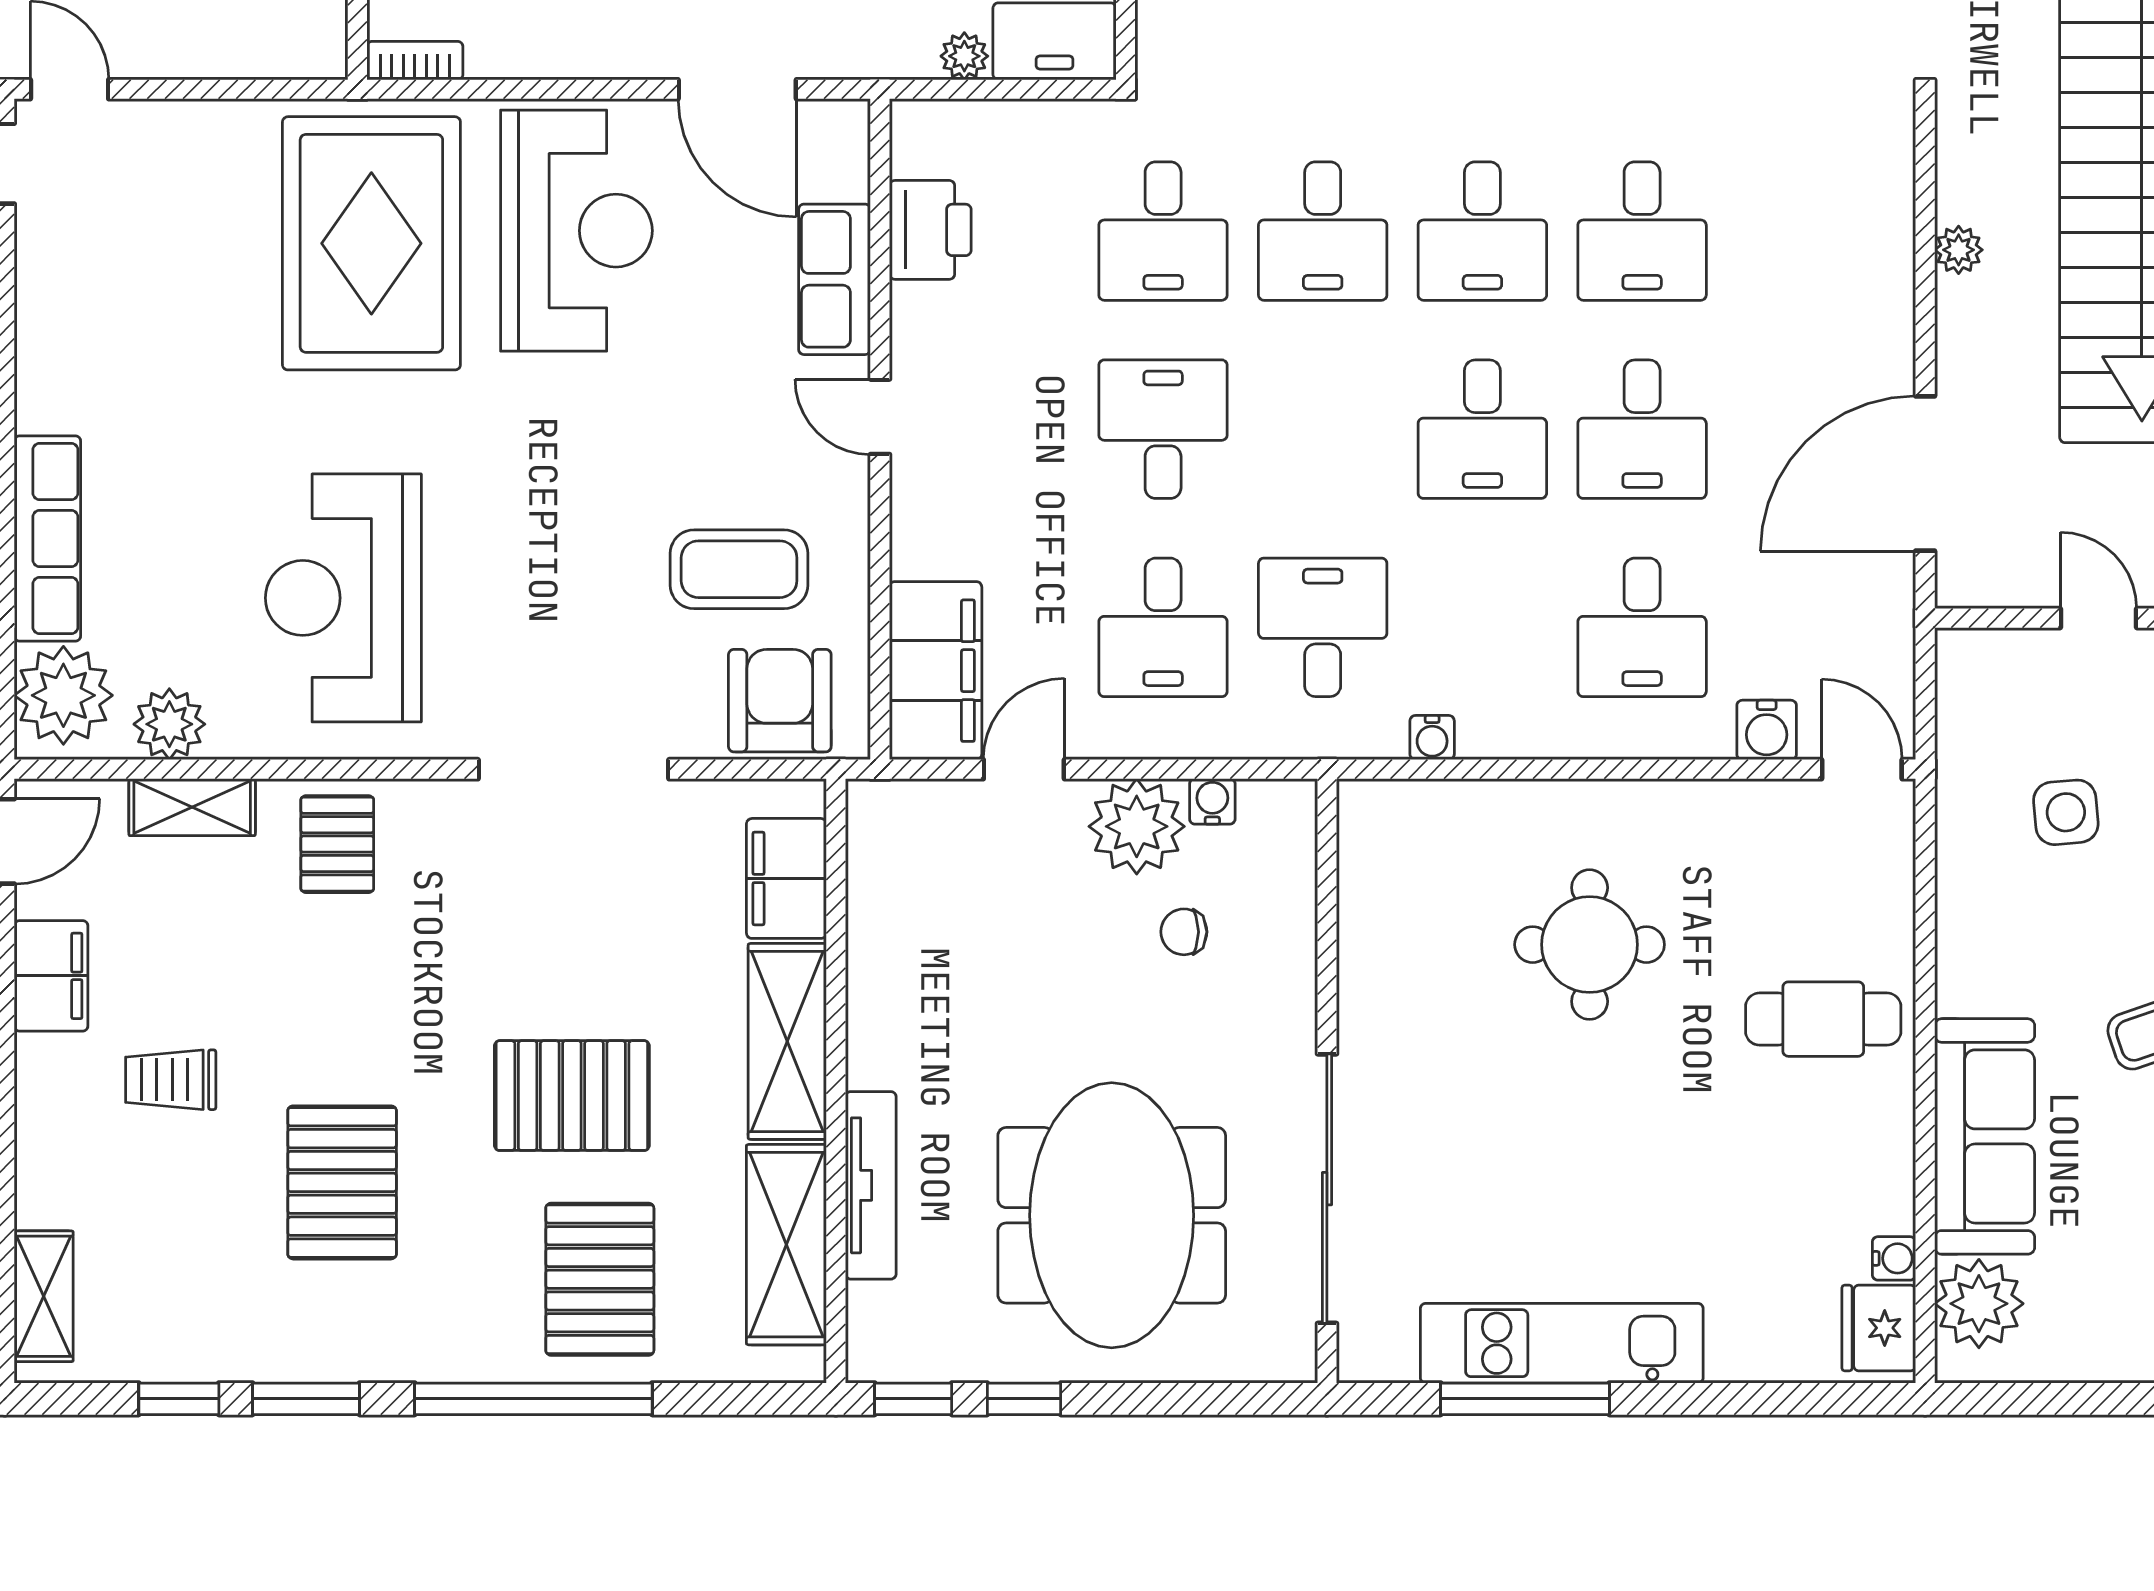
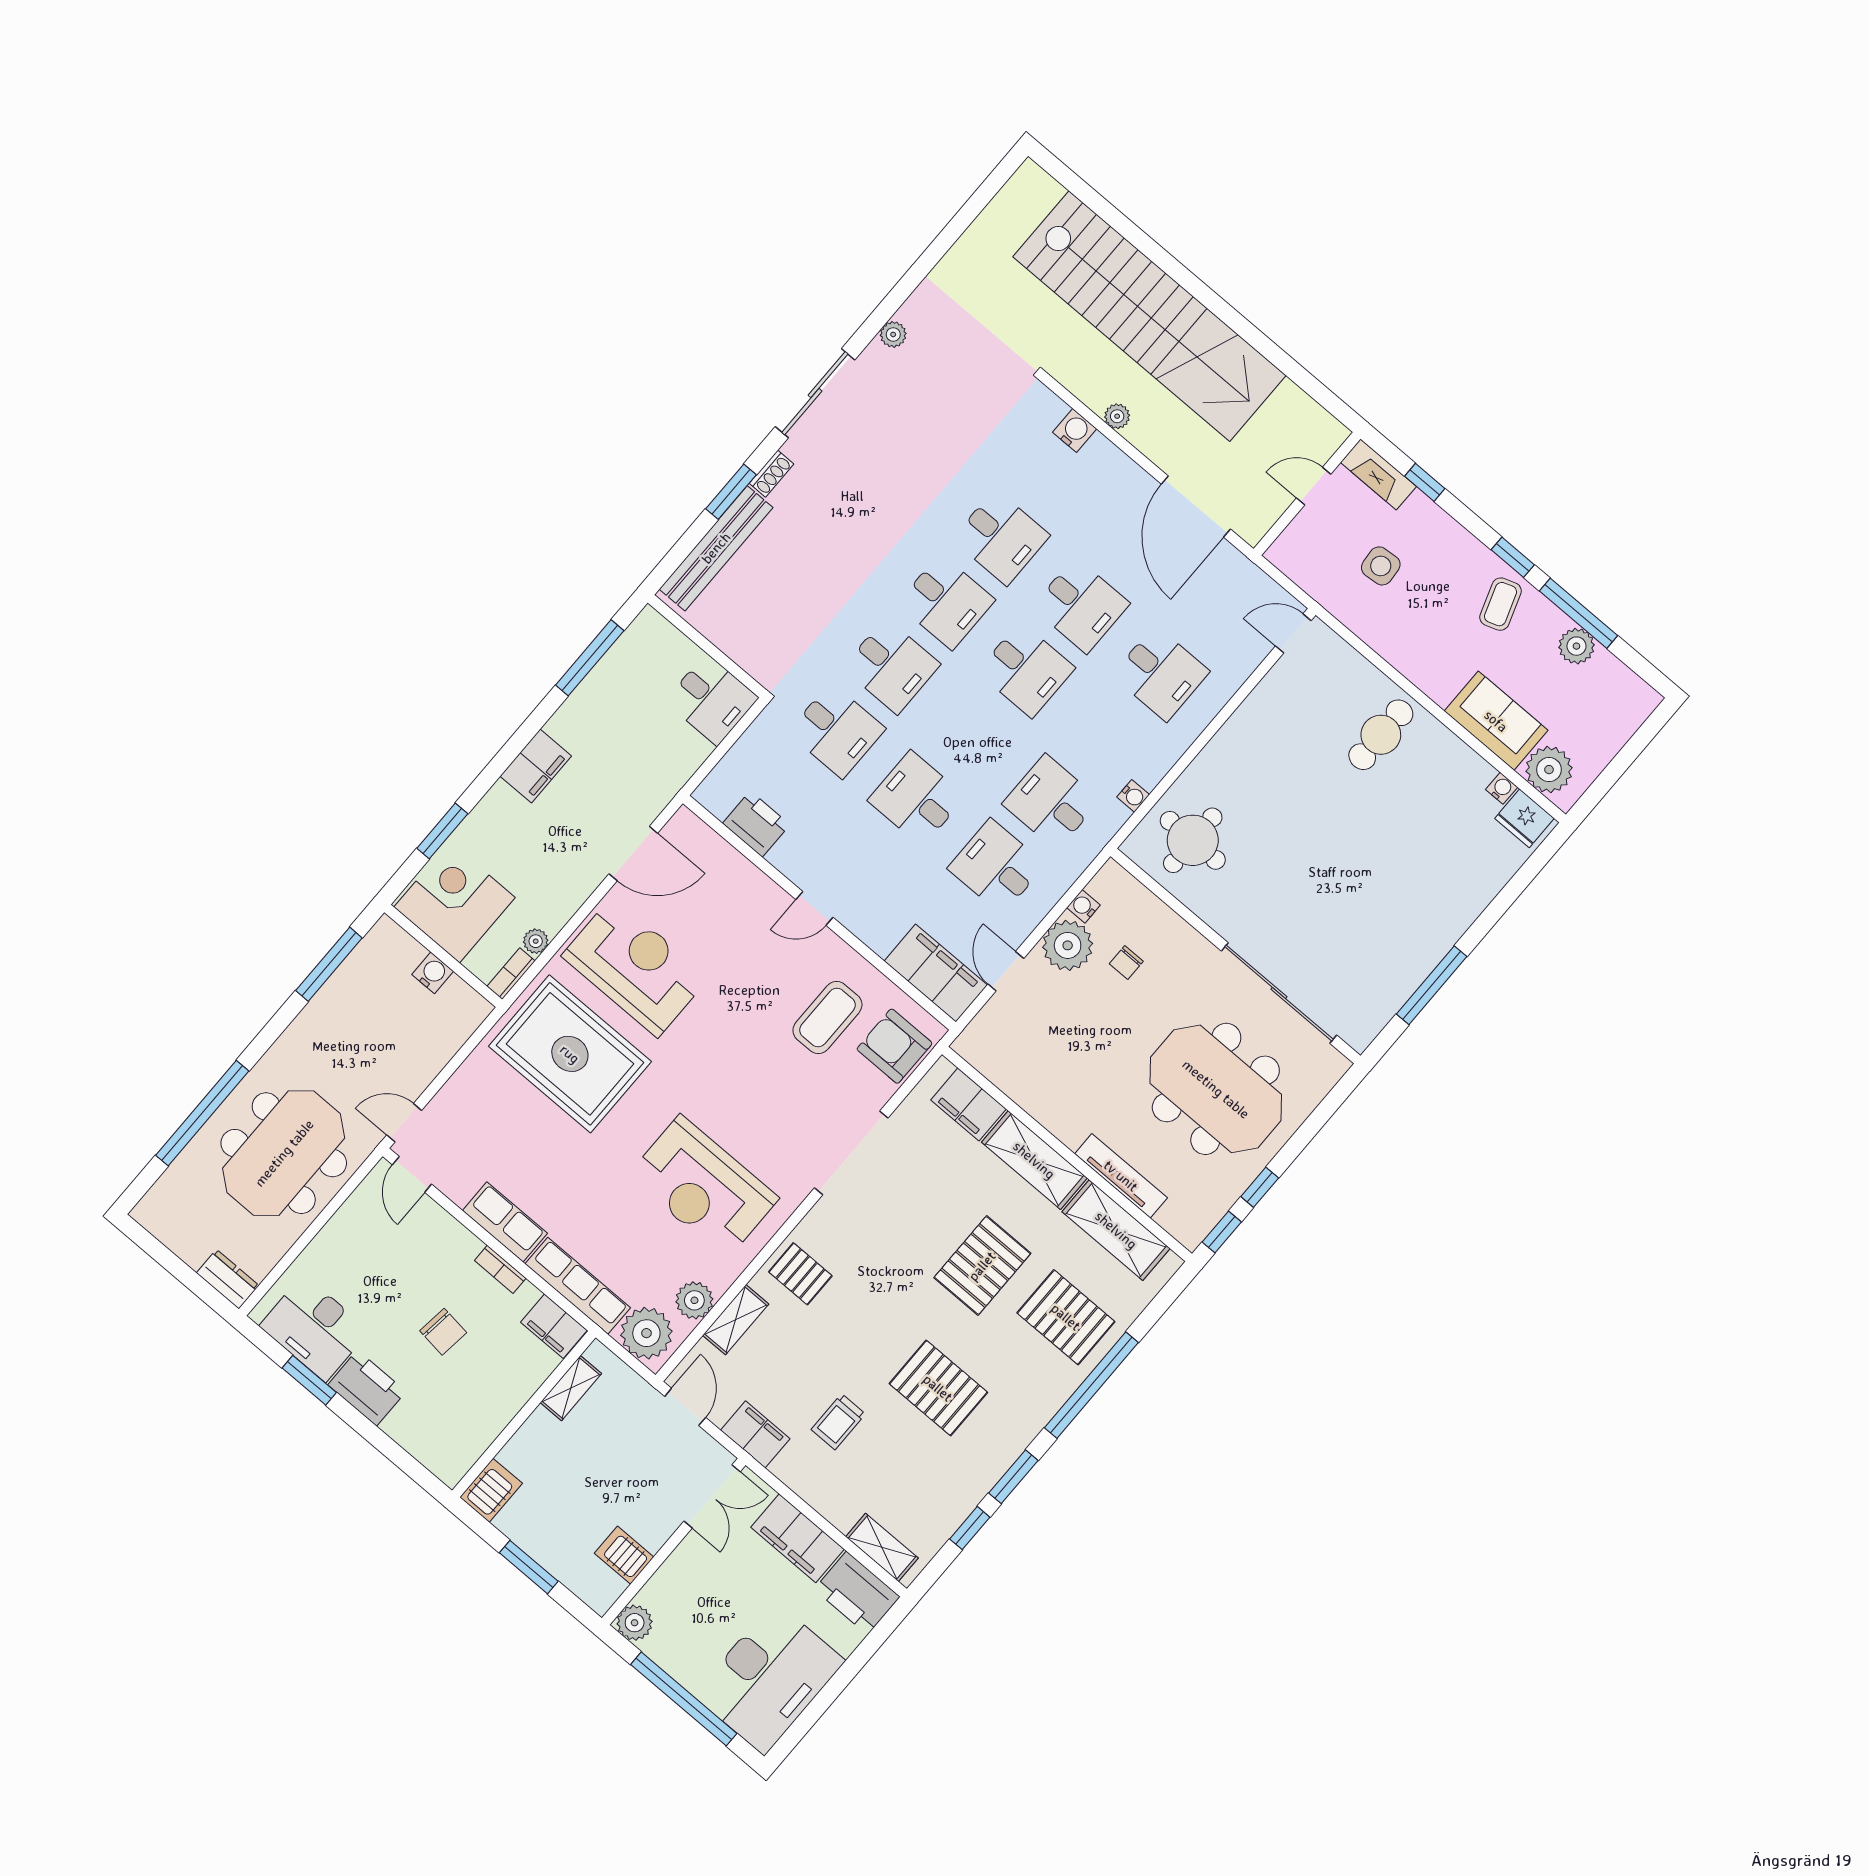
plant: (964, 56) -> (536, 941), moved
row of seats: (835, 279) -> (505, 1222), moved, turned 180
desk: (1163, 627) -> (996, 866), turned 180
water cooler: (1767, 730) -> (1075, 431), moved, turned -90
round table: (1590, 945) -> (1193, 840), moved
sofa: (1985, 1136) -> (1496, 721), width x0.73
kitchen unit: (1562, 1343) -> (1422, 951), removed

